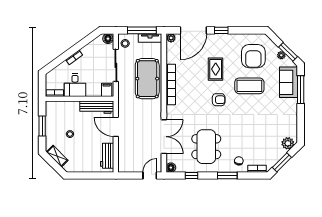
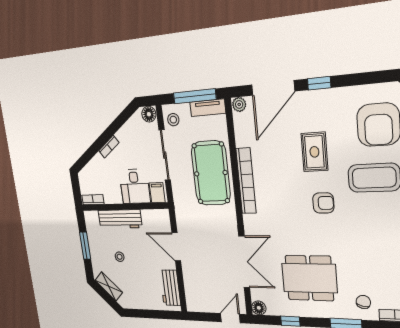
desk: (75, 85) -> (135, 186), moved
workbench: (97, 107) -> (120, 219), moved
dining table: (206, 147) -> (309, 278), turned 90

